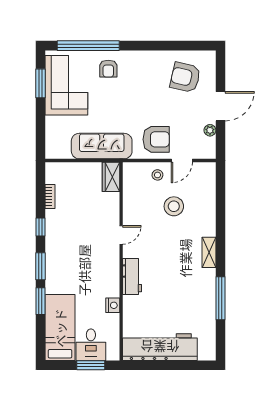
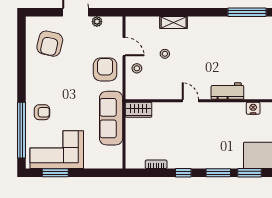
stool: (174, 206) -> (165, 54), width x0.53, depth x0.53
shelving: (209, 252) -> (174, 22), moved

